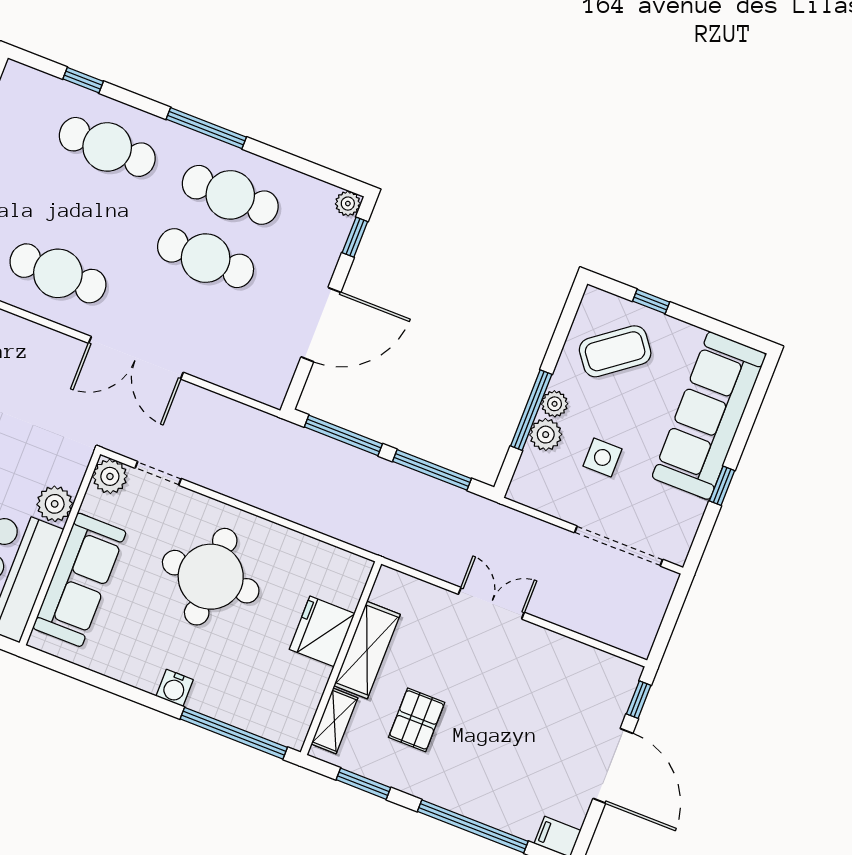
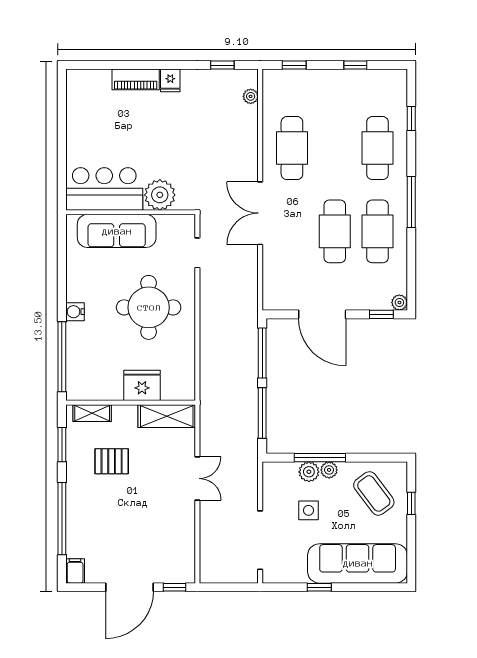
plant: (110, 476) -> (184, 225), removed
plant: (55, 504) -> (160, 195), width x1.36, depth x1.36
shelving: (367, 650) -> (167, 416), moved

